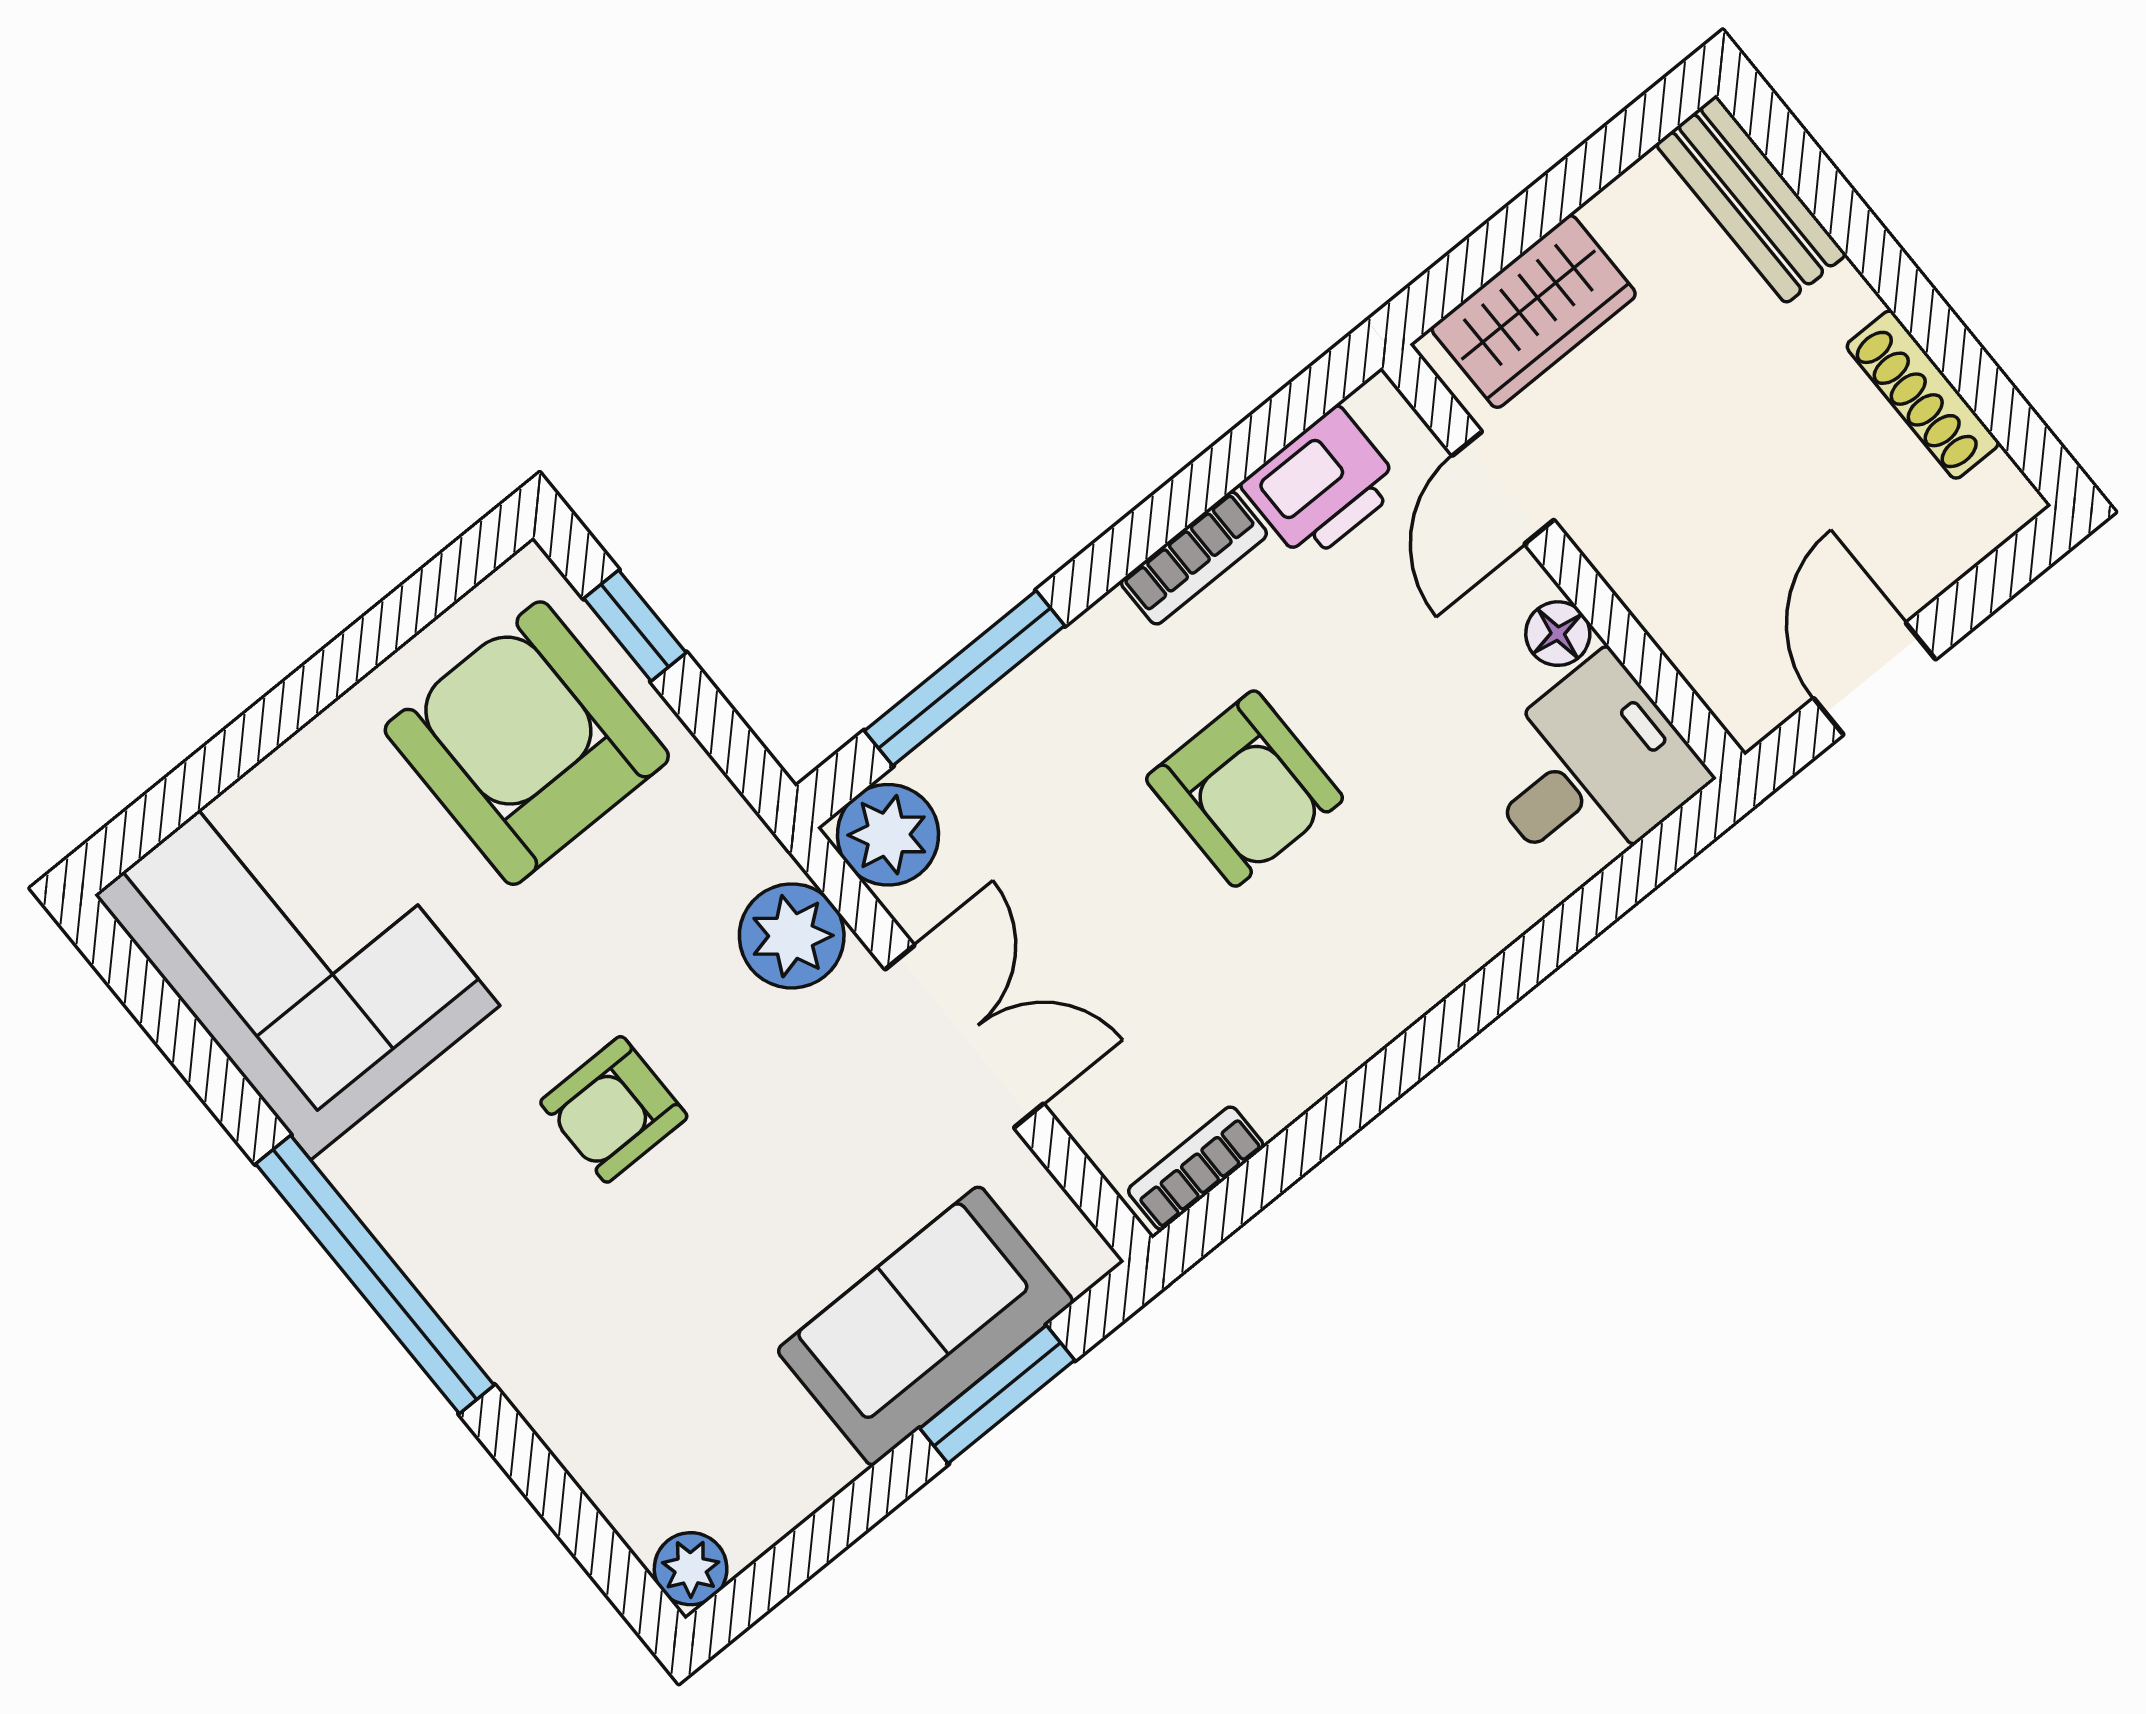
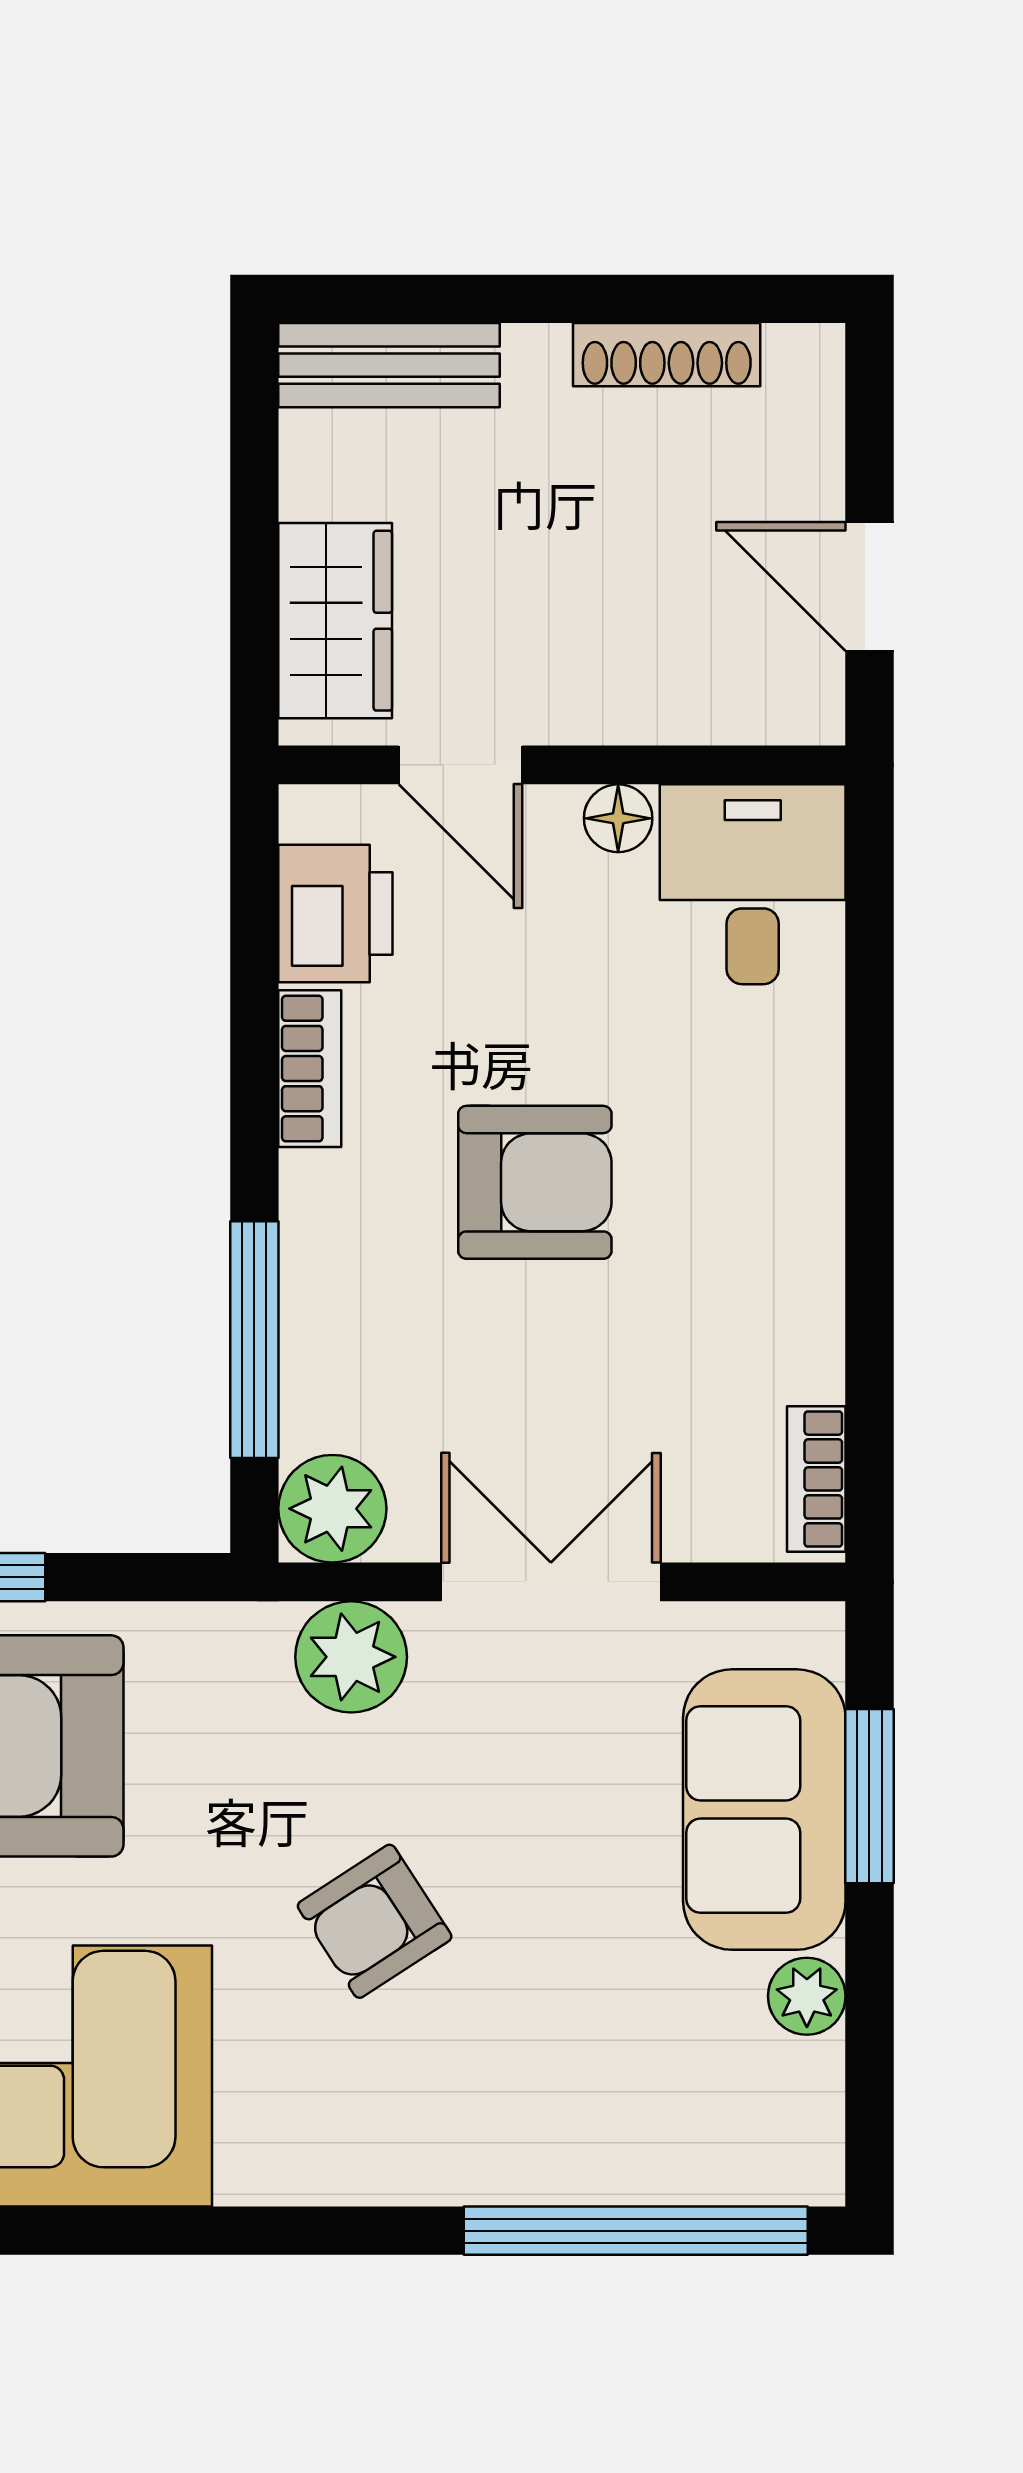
armchair: (614, 1109) -> (375, 1921), turned 57
window: (375, 1275) -> (636, 2231), moved
plant: (691, 1569) -> (807, 1996), moved

